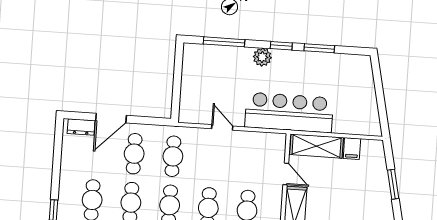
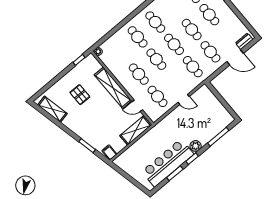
bar counter: (289, 113) -> (168, 163), moved, turned 180
door: (111, 118) -> (235, 57), swing flipped
filing cabinet: (352, 149) -> (109, 152), moved
cafe table: (250, 162) -> (158, 96), added

